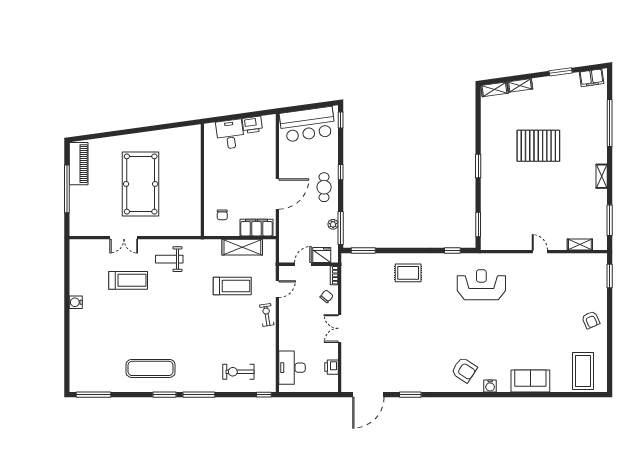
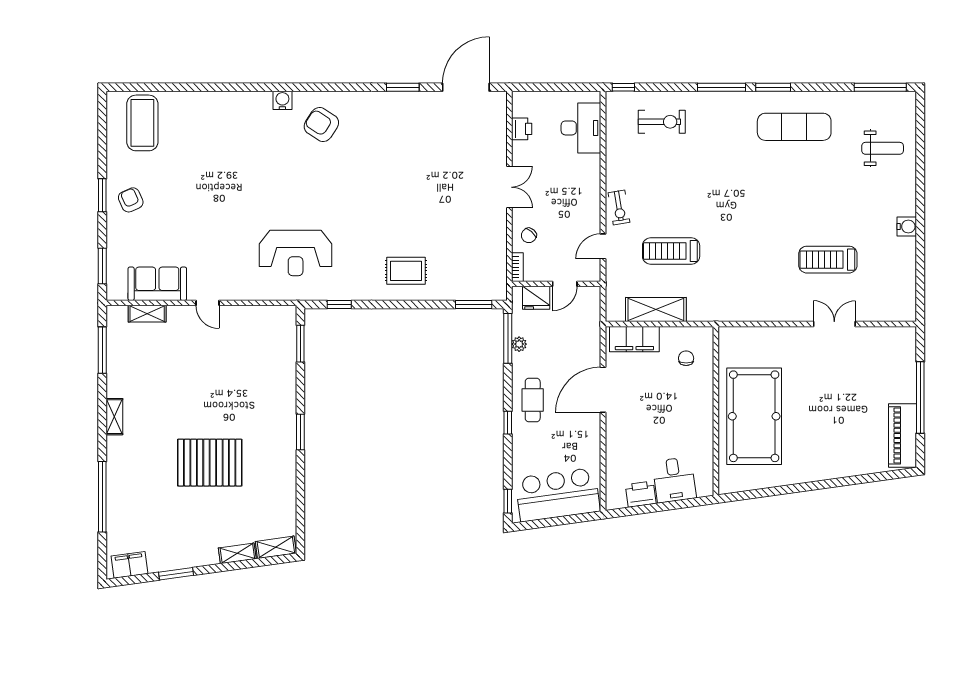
pool table: (141, 184) -> (754, 416), moved
weight bench: (169, 259) -> (883, 148), moved
window: (610, 323) -> (102, 195), added
sofa: (530, 381) -> (157, 284), moved, turned 180

